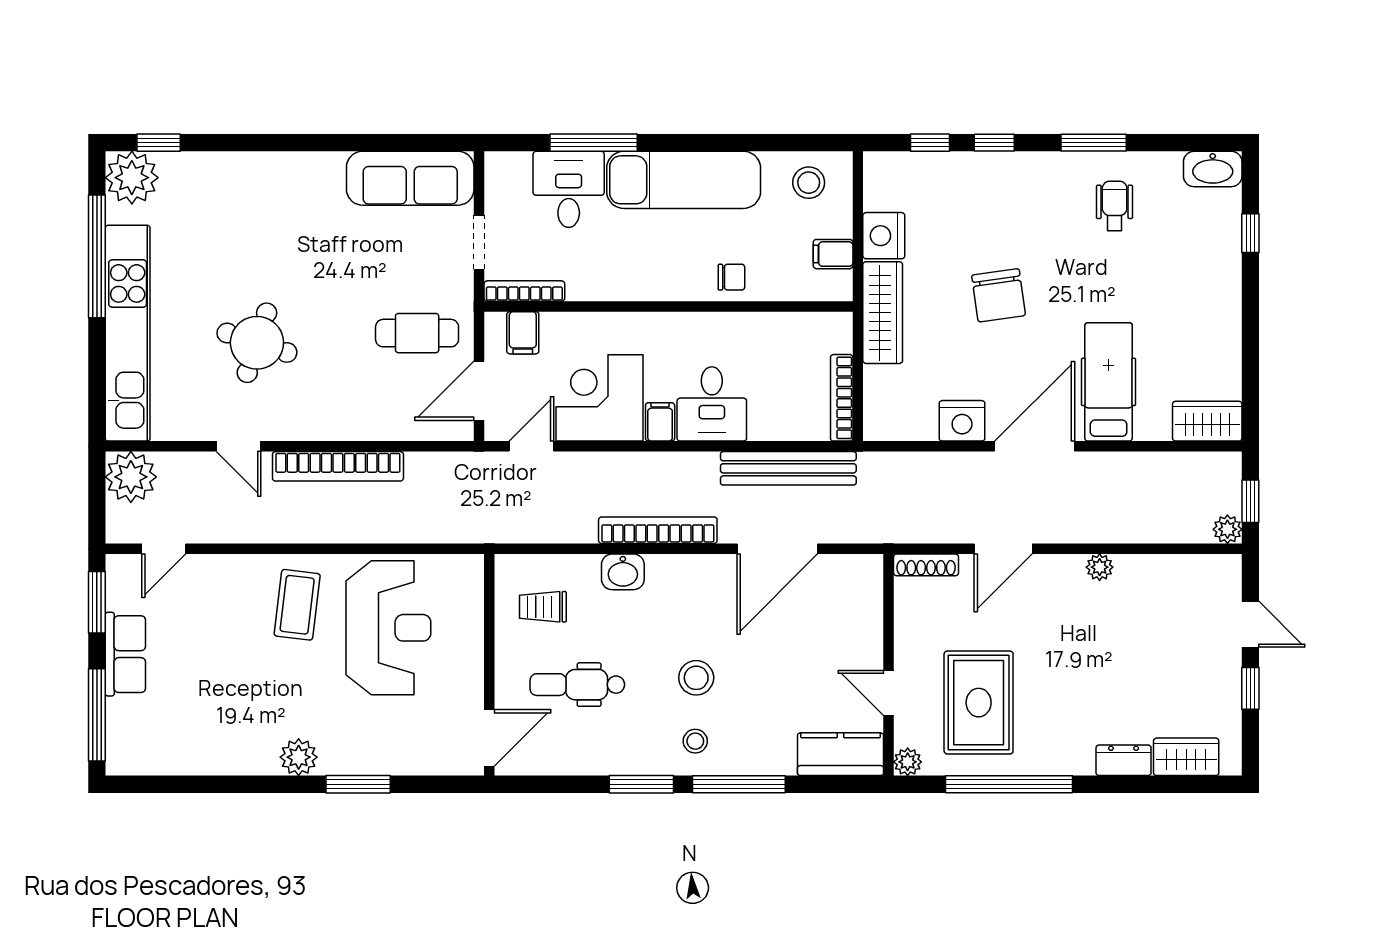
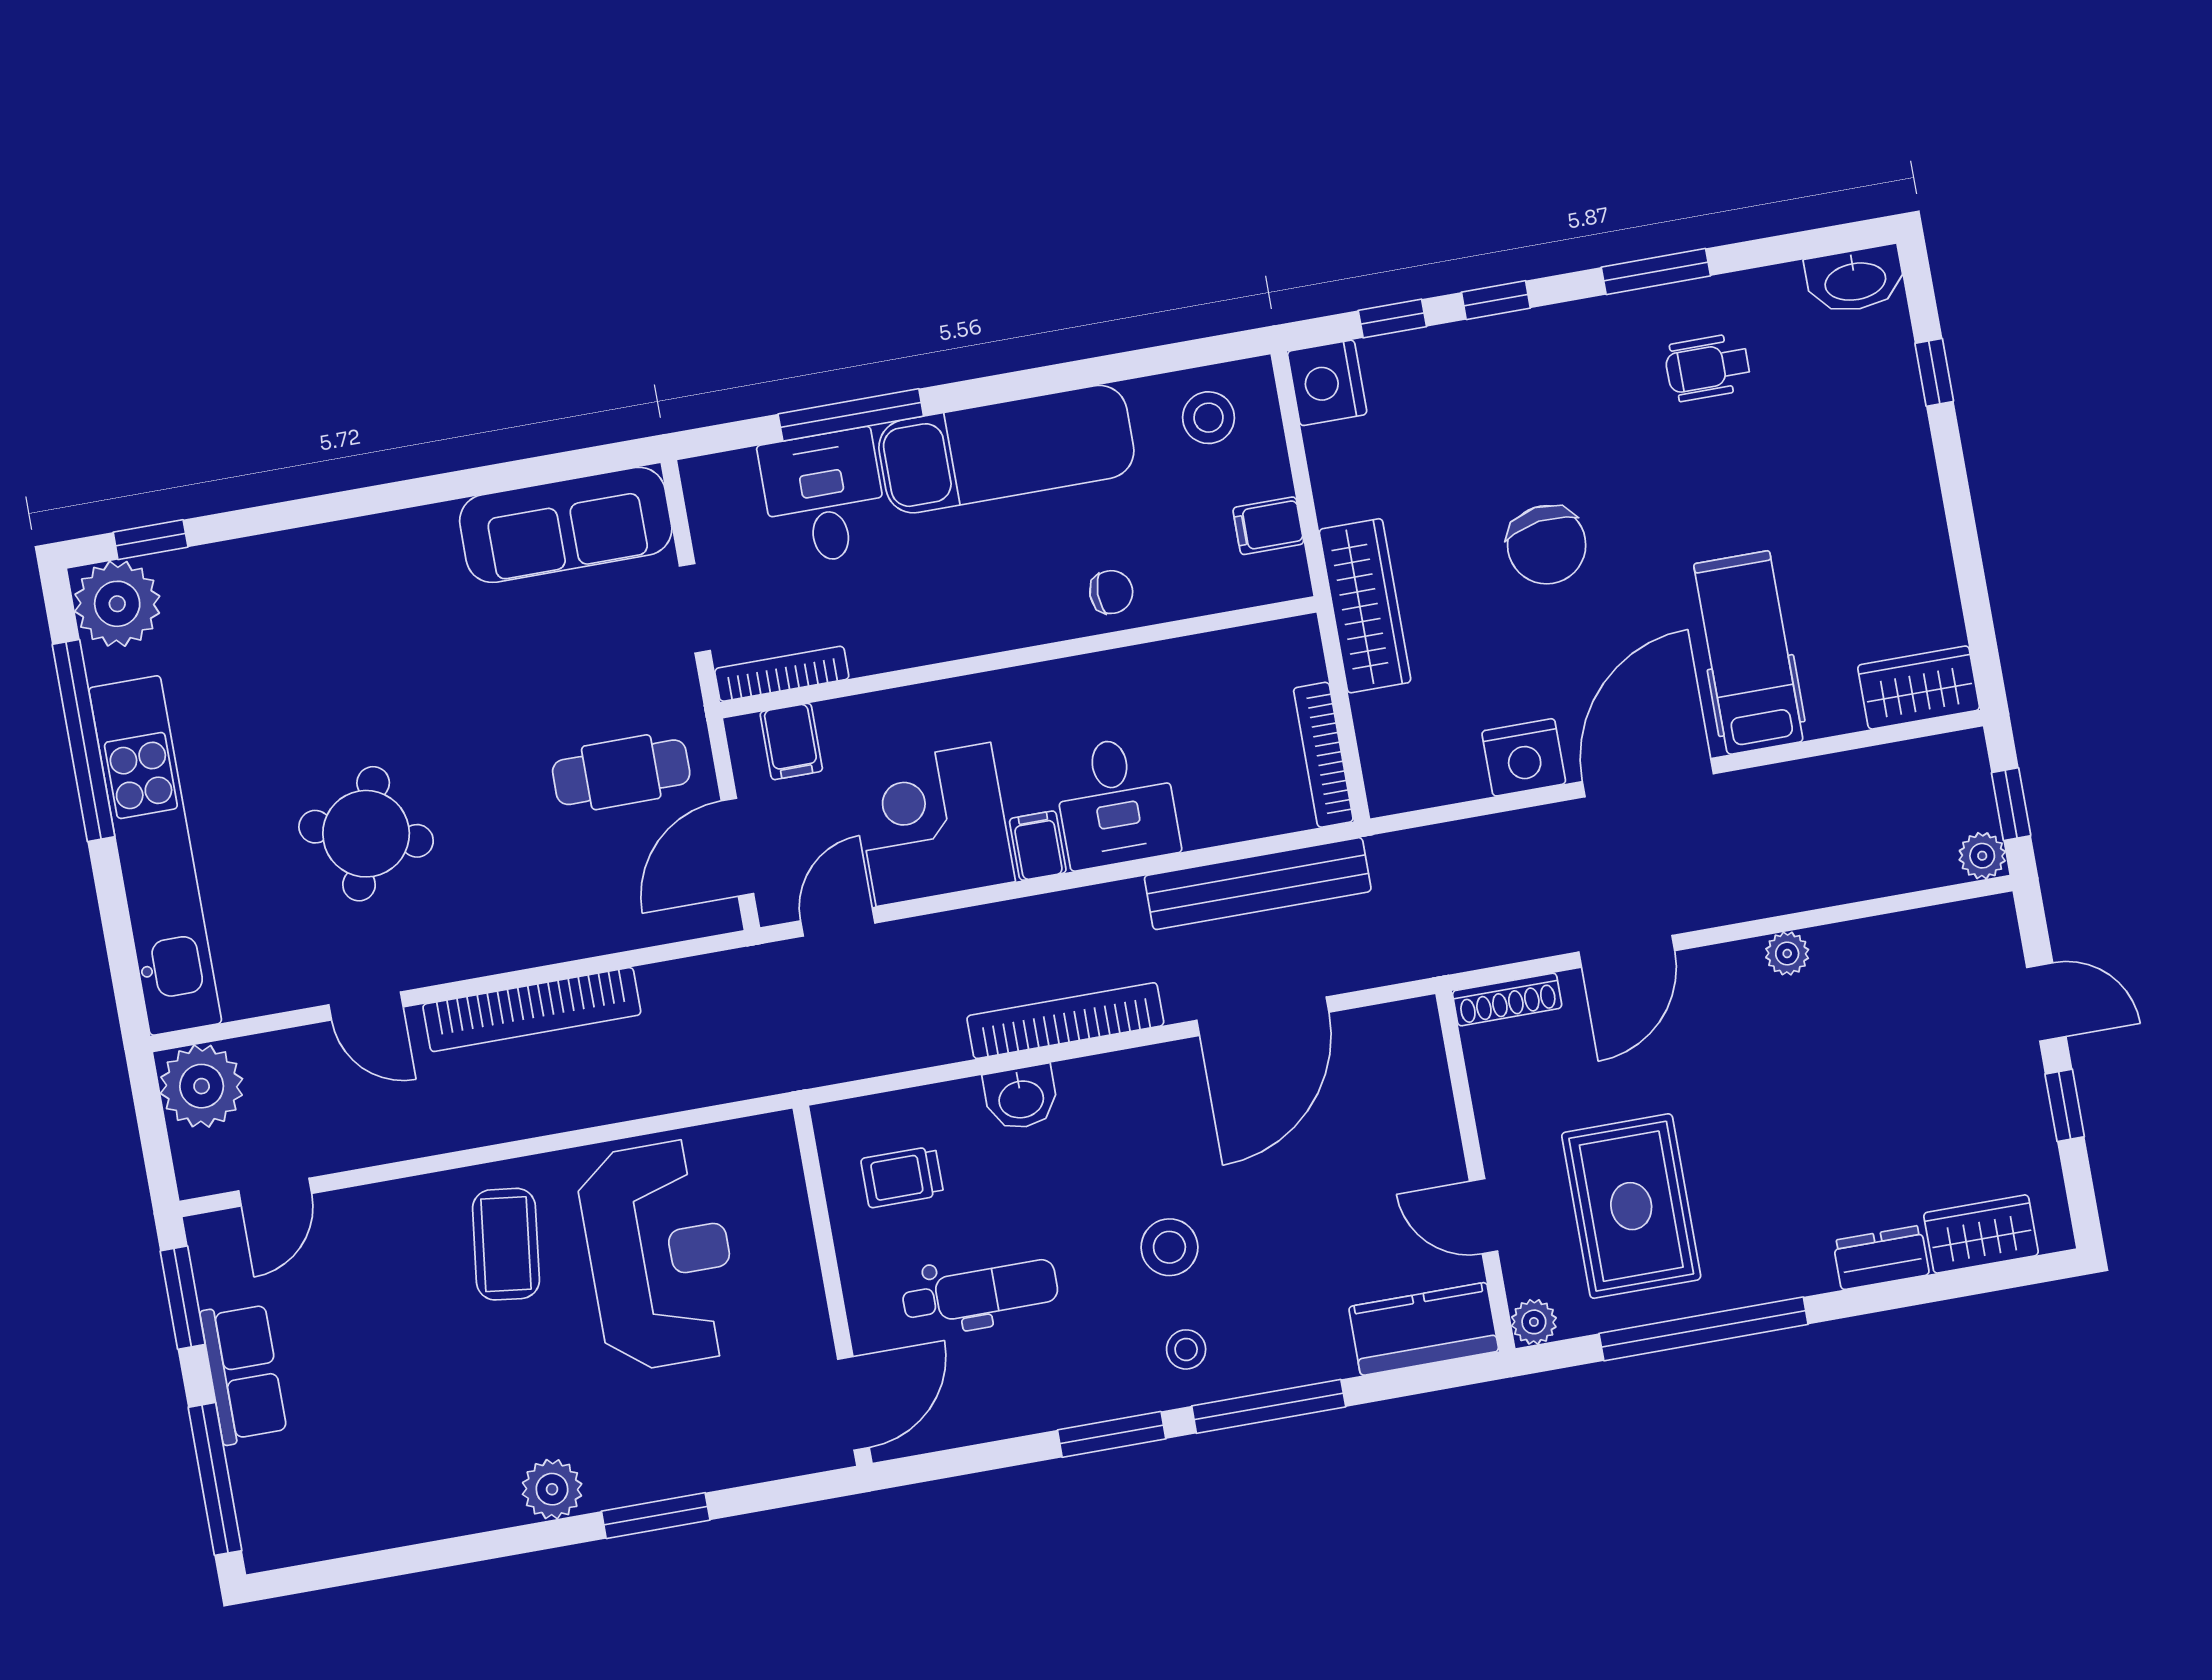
wheelchair: (1115, 206) -> (1708, 367), turned -90
nightstand: (884, 236) -> (1327, 383), moved
dental chair: (577, 685) -> (980, 1292), turned 180

